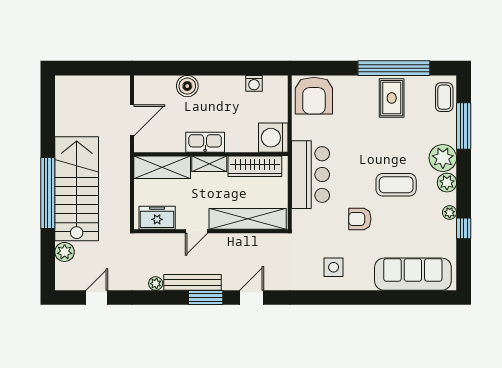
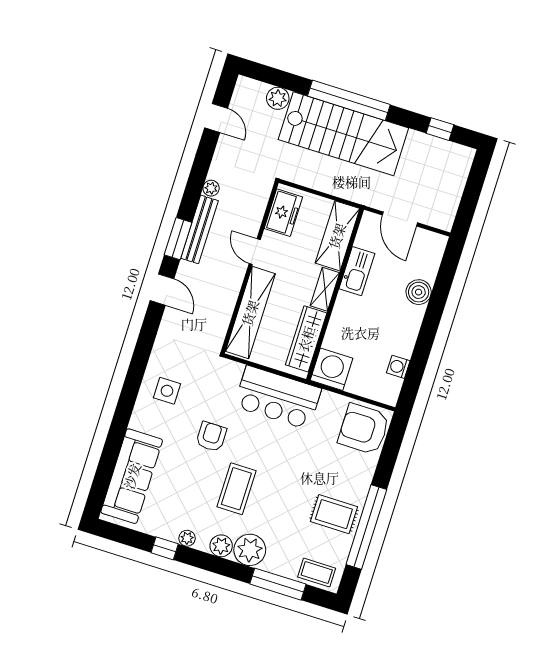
window: (48, 111) -> (440, 129), added
kitchen sink: (205, 142) -> (357, 271), moved

